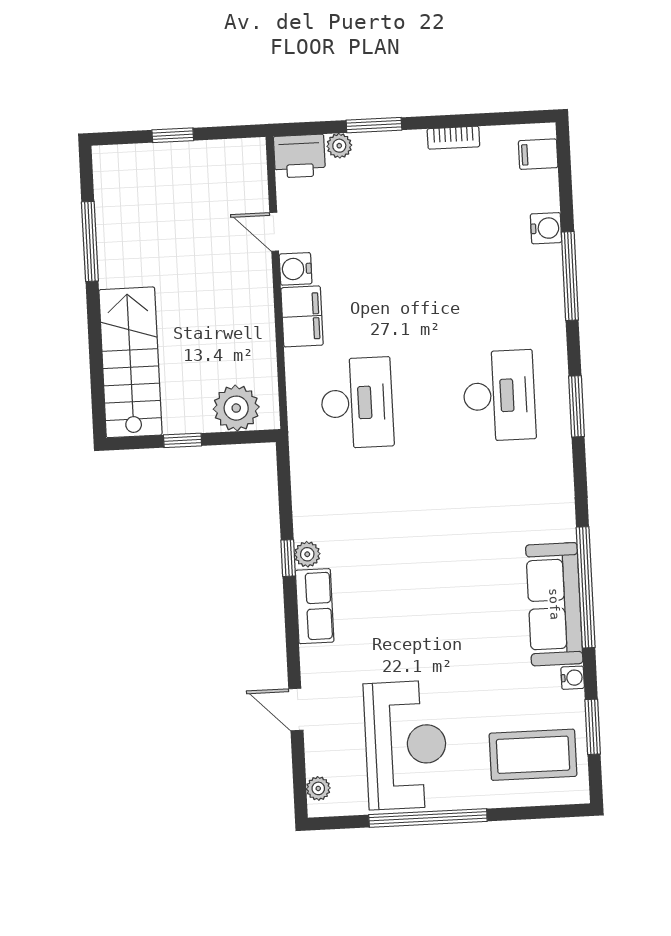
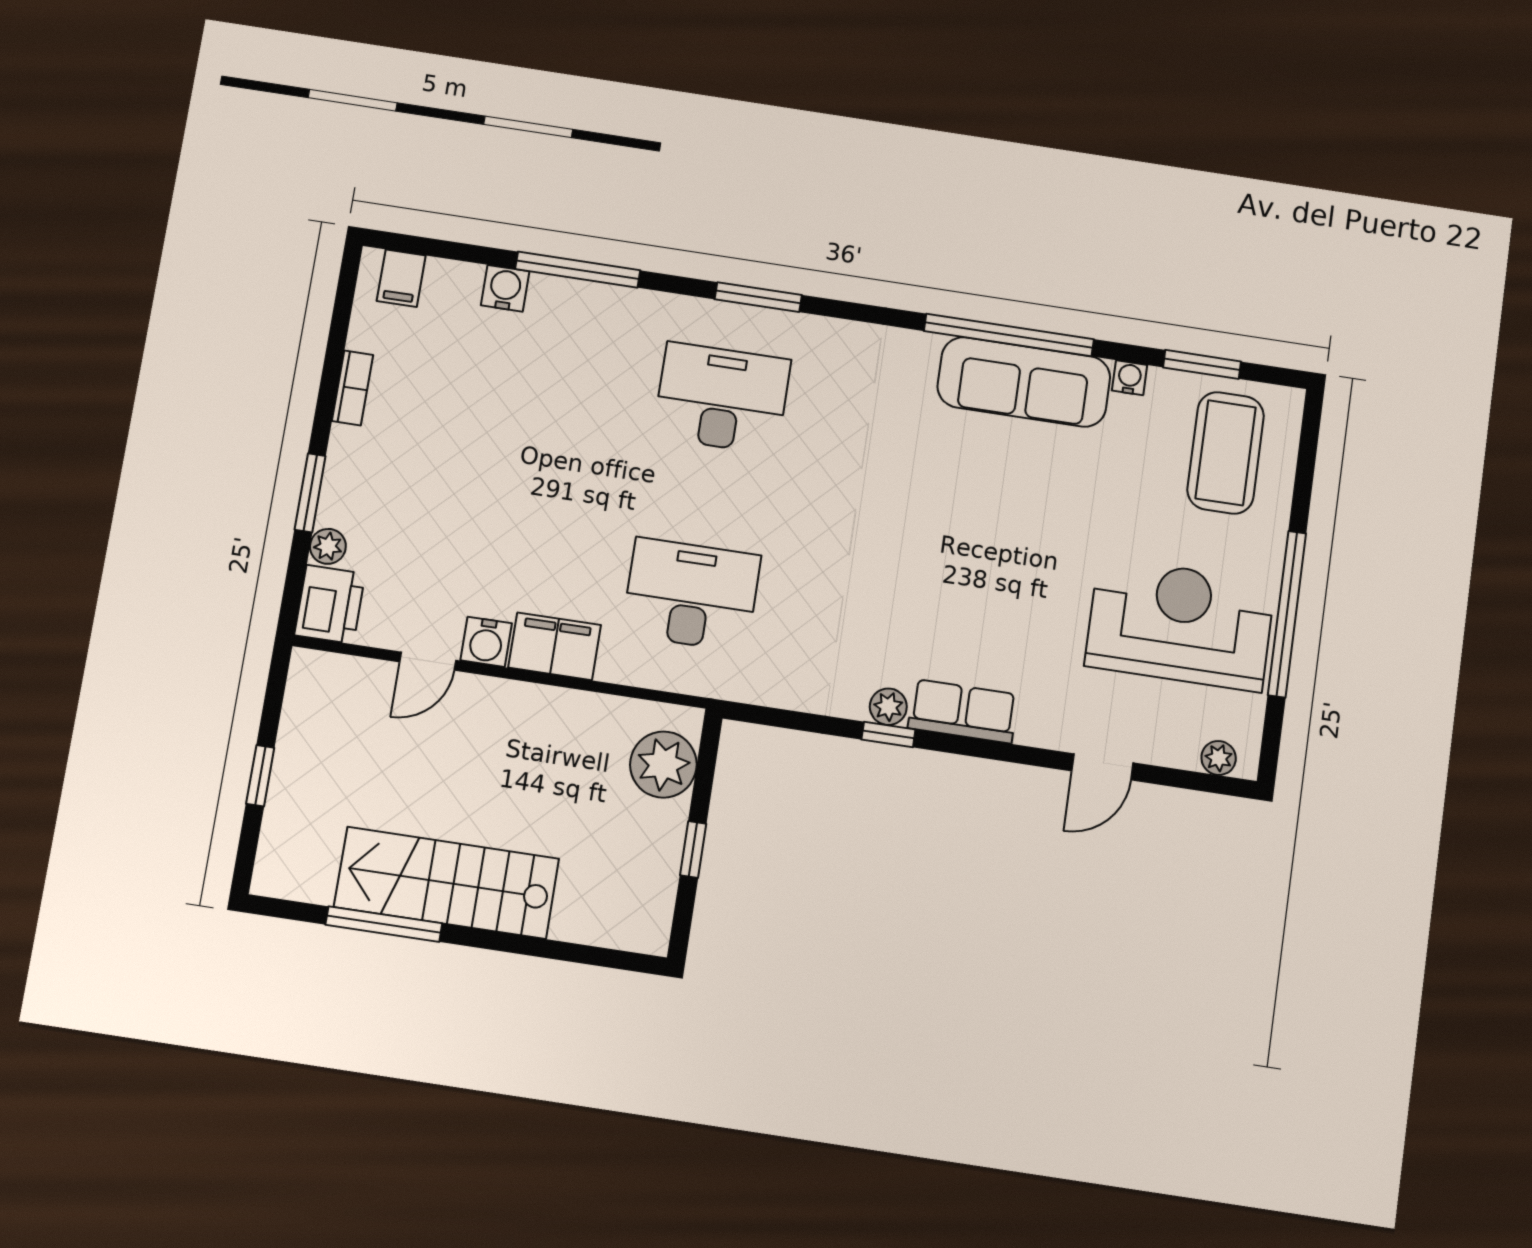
stairs: (130, 362) -> (447, 883), moved

